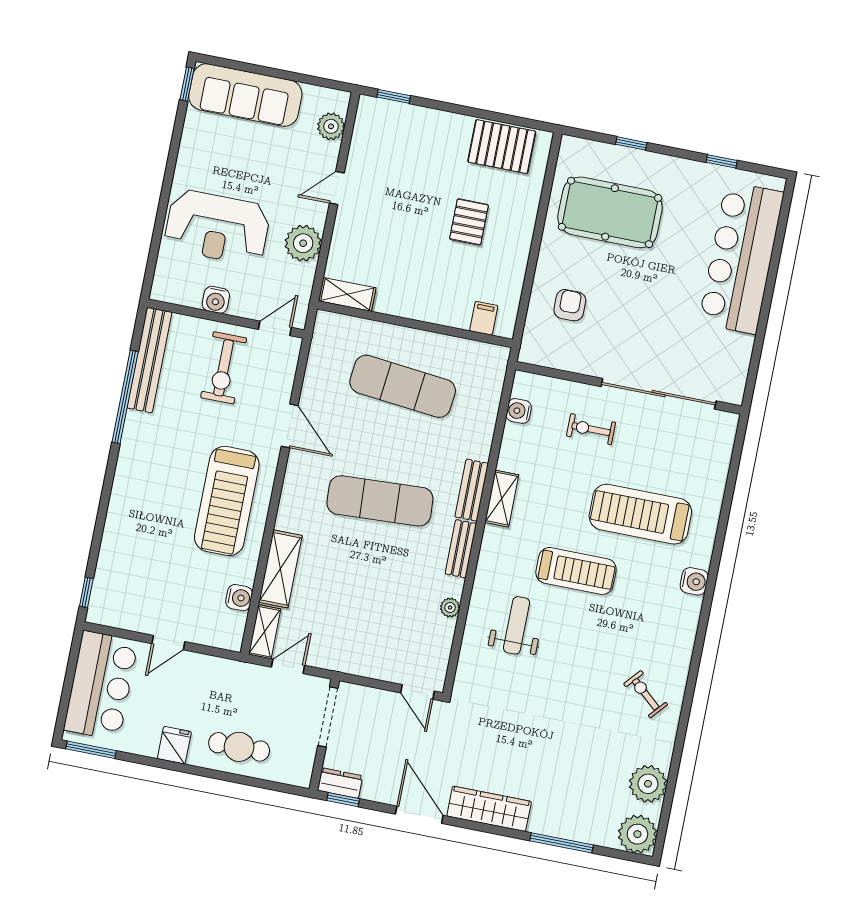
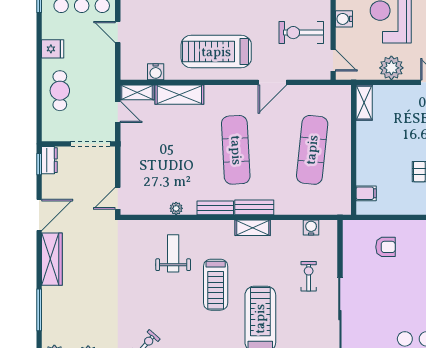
weight bench: (517, 625) -> (173, 253), turned -90

